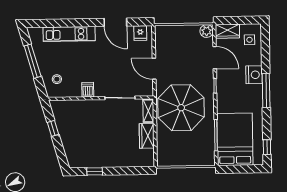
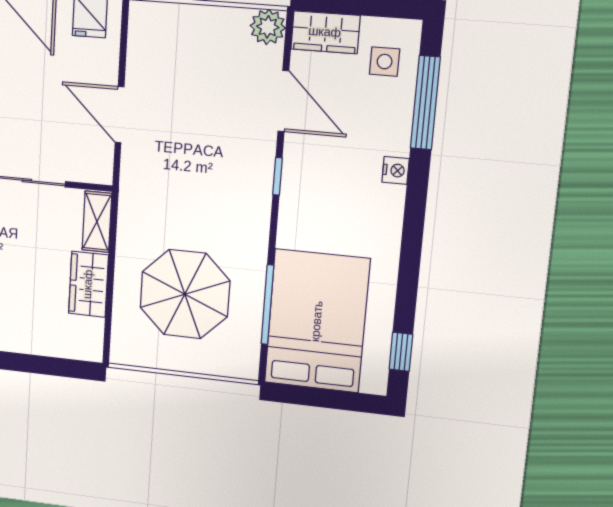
nightstand: (254, 75) -> (396, 170), width x0.53, depth x0.56
window: (266, 91) -> (425, 103), moved
parasol: (181, 108) -> (185, 294), moved, width x0.73, depth x0.73

